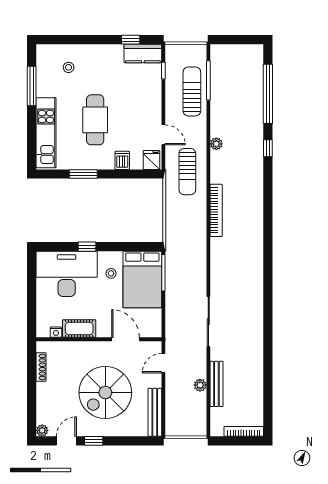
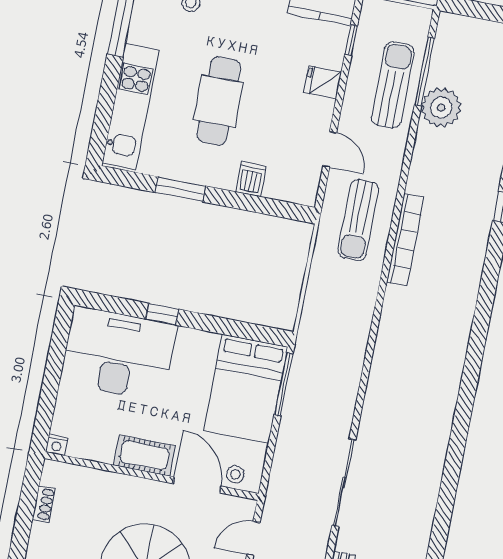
plant: (216, 144) -> (441, 108), moved, width x1.87, depth x1.87
fridge: (151, 160) -> (323, 82), moved, turned -90
bookcase: (216, 210) -> (405, 239), moved
stool: (111, 273) -> (235, 474), moved
cot: (79, 328) -> (144, 456), moved
nightstand: (56, 332) -> (57, 445), moved
shoe rack: (41, 367) -> (44, 504), width x0.70

